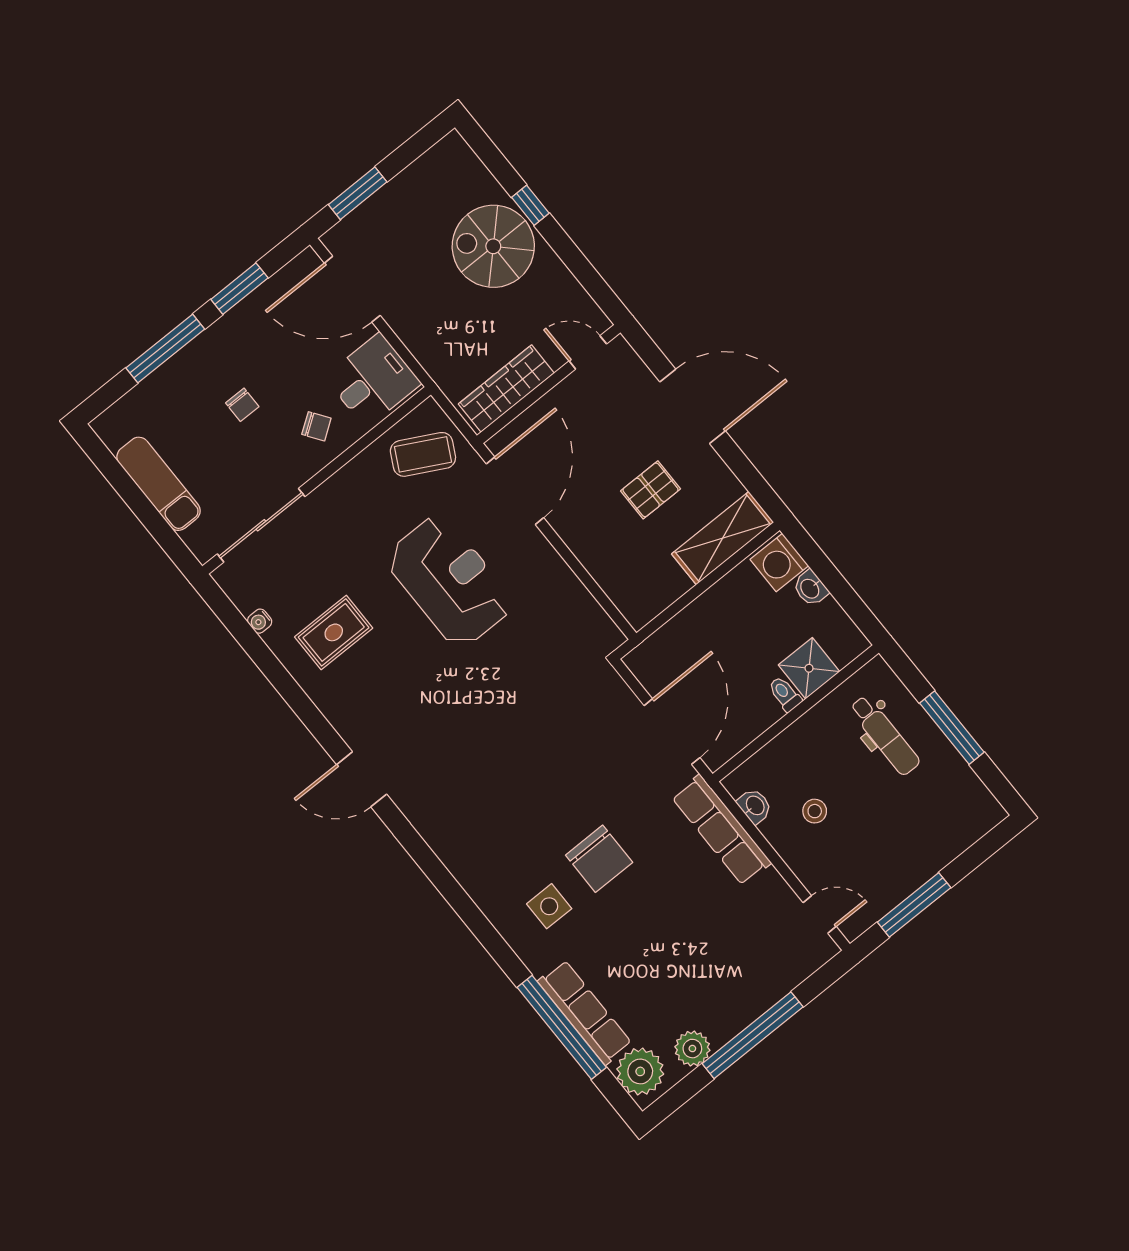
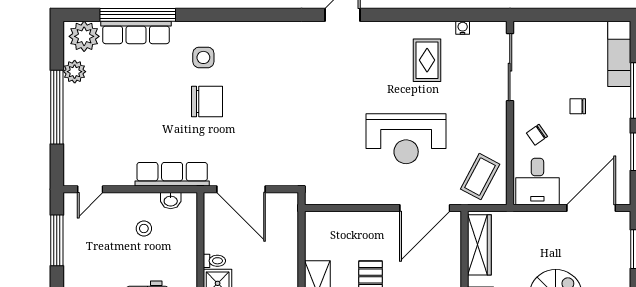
exam couch: (159, 484) -> (619, 54), moved, turned 90
door: (515, 491) -> (425, 208), hinge flipped
chair: (599, 859) -> (207, 102), turned 180

